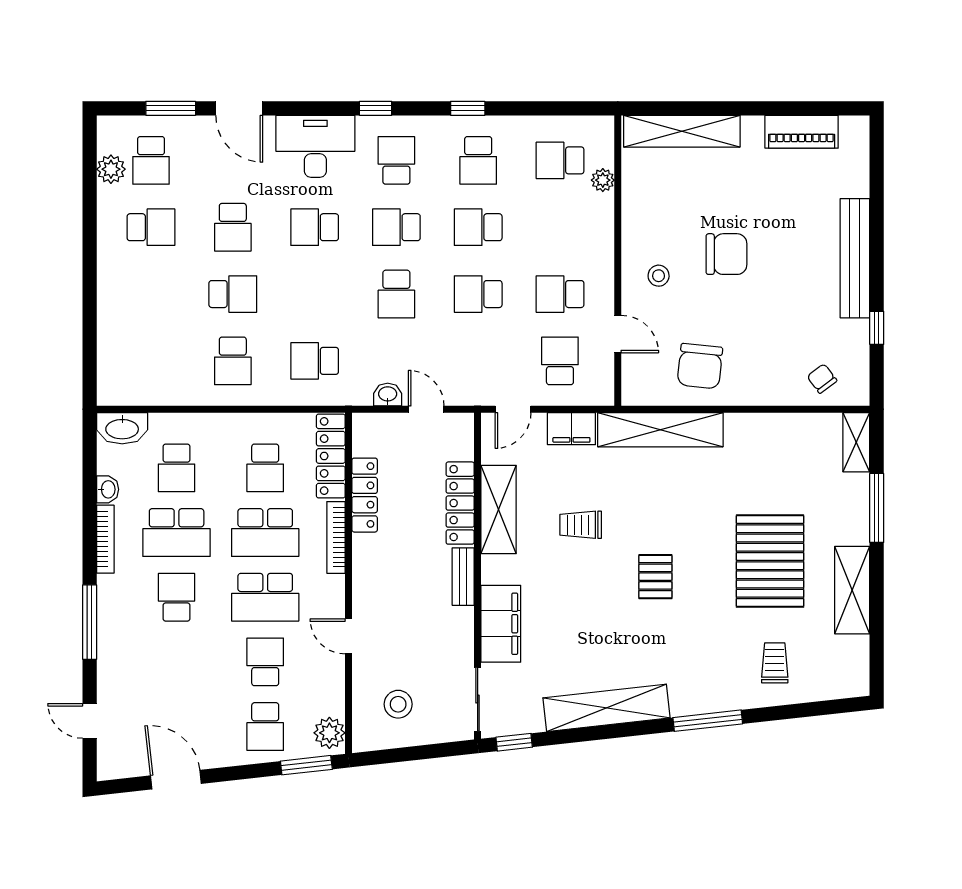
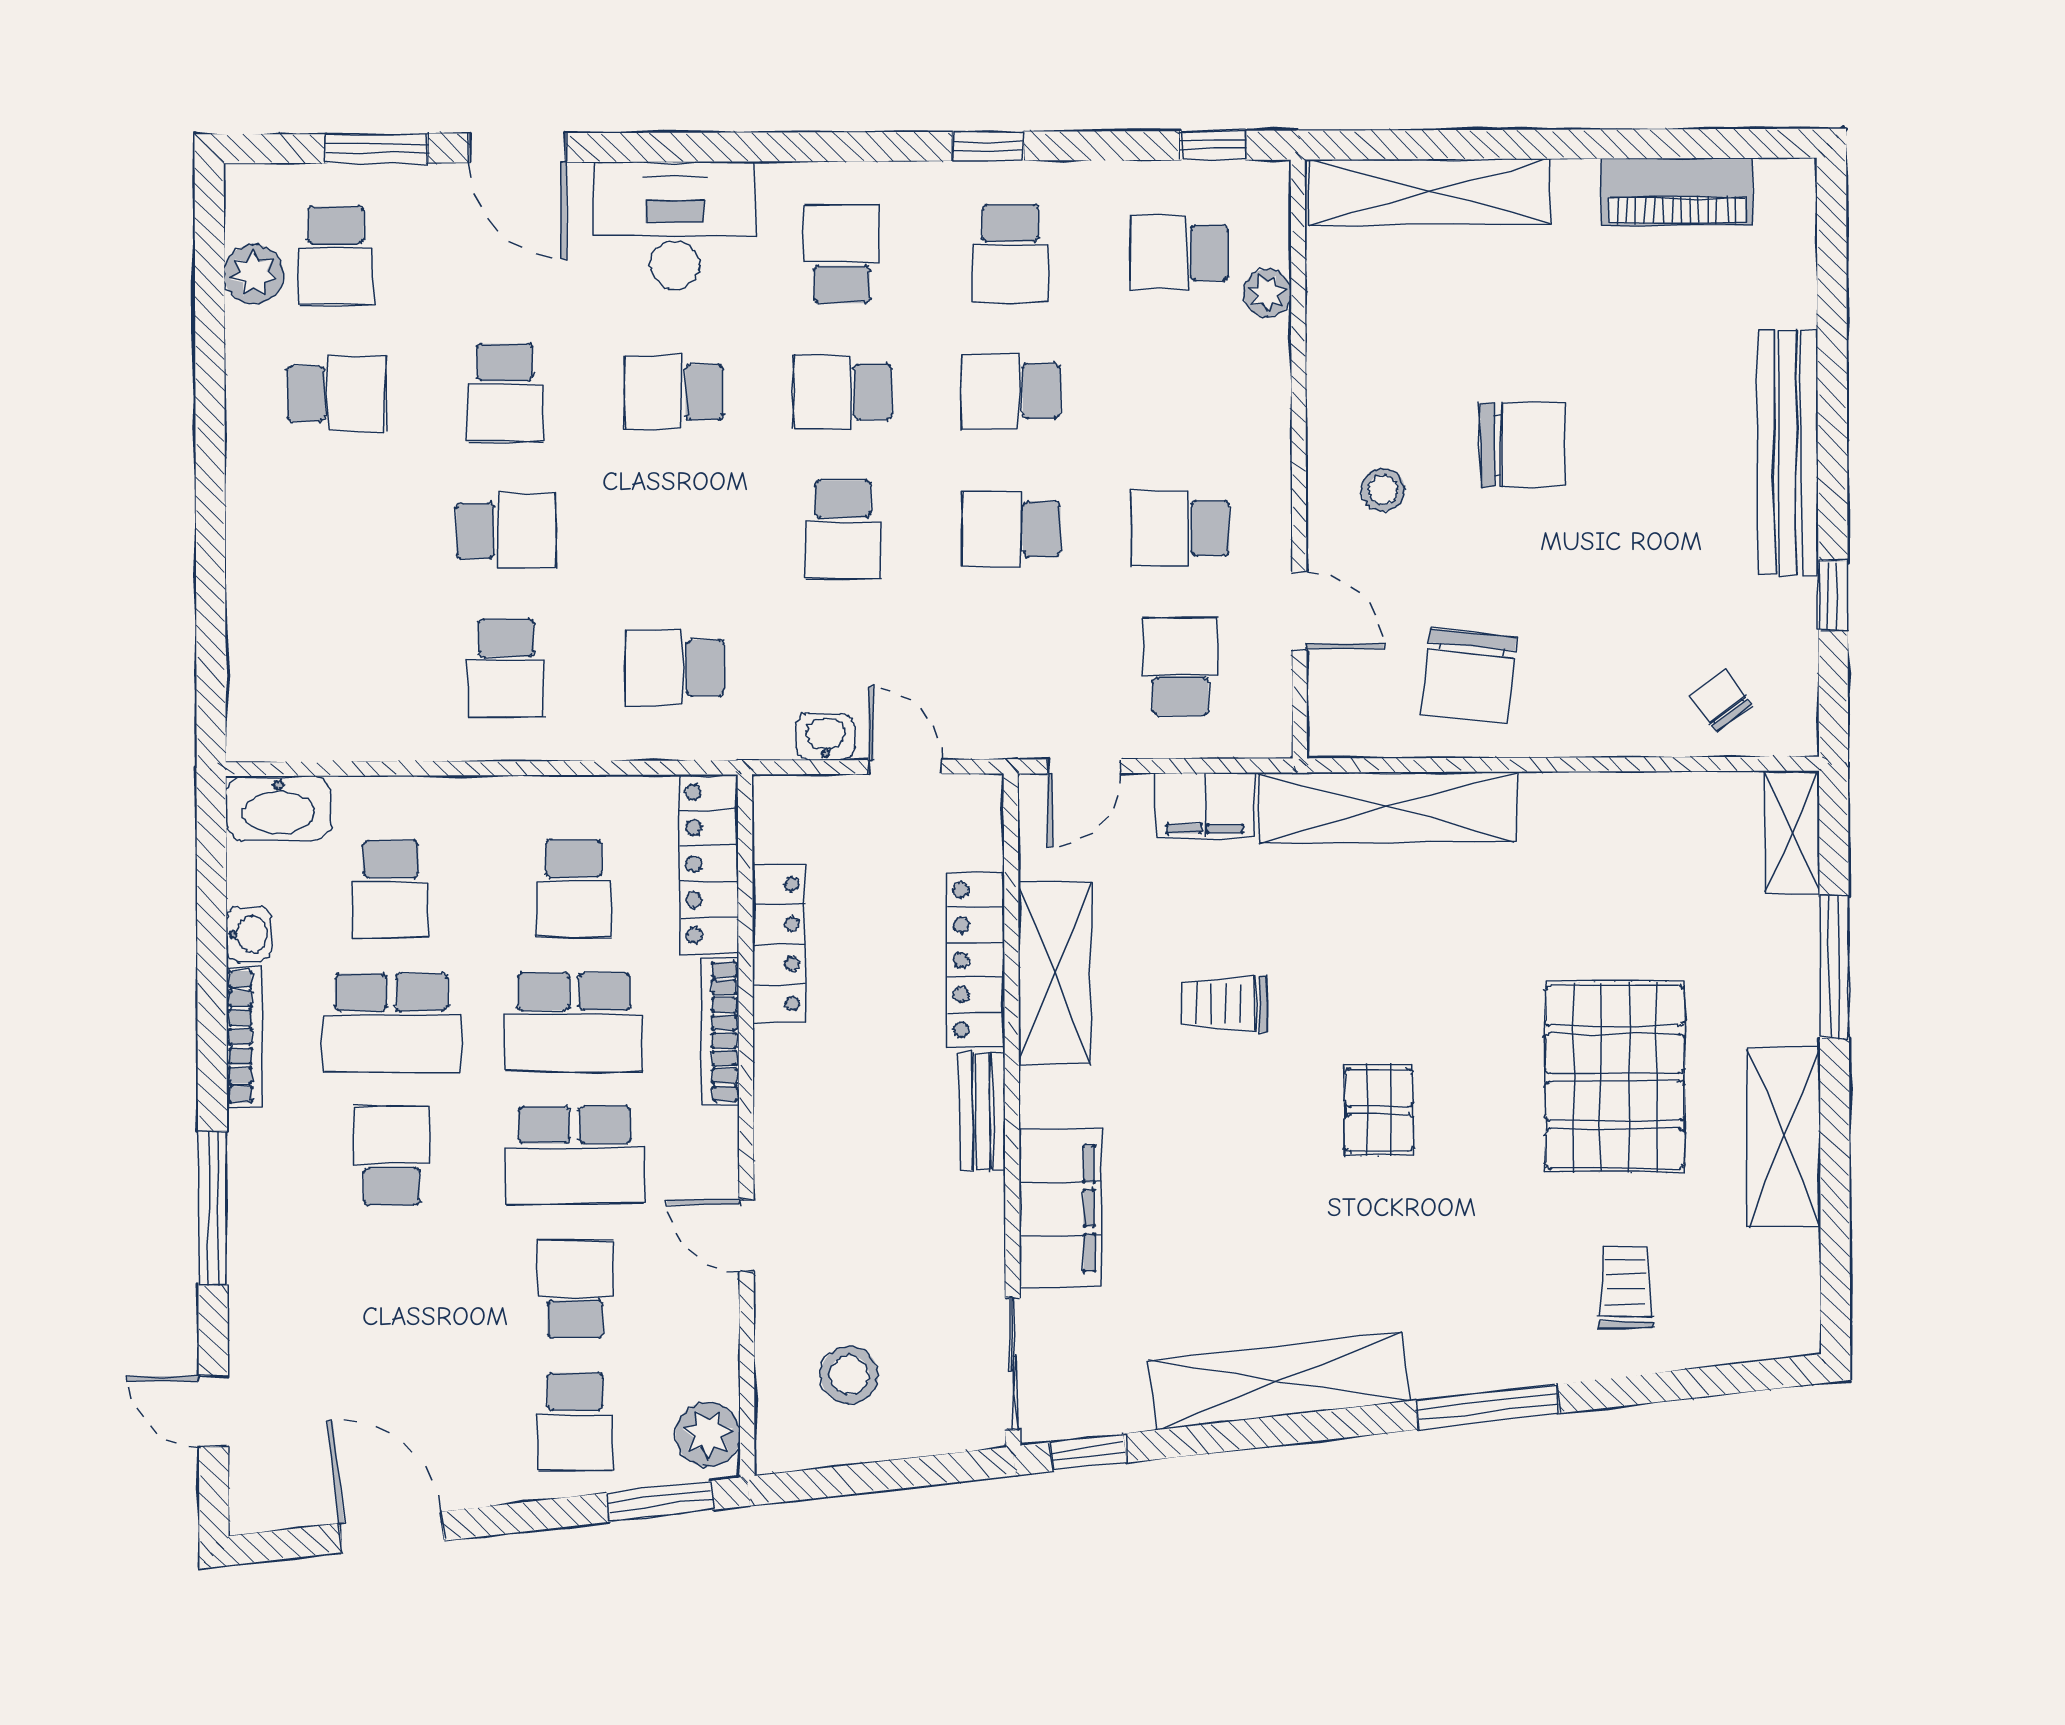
window: (376, 108) -> (1213, 145), moved

